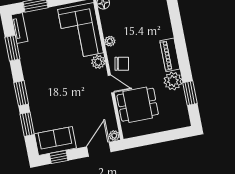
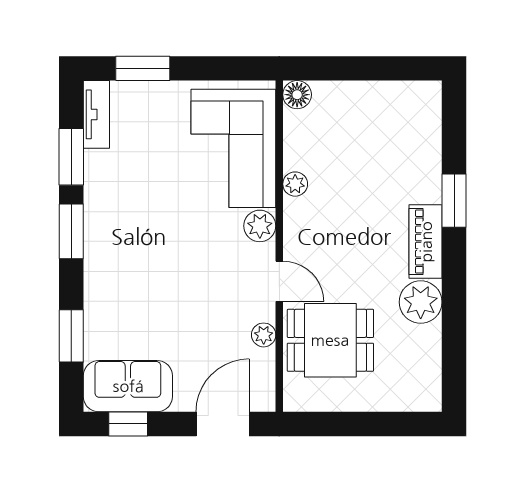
chair: (122, 64) -> (312, 240), removed
window: (21, 93) -> (71, 231), moved
window: (190, 93) -> (454, 201), moved
plant: (114, 136) -> (264, 335), moved

